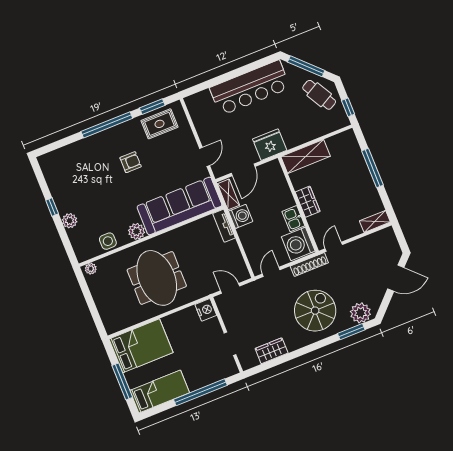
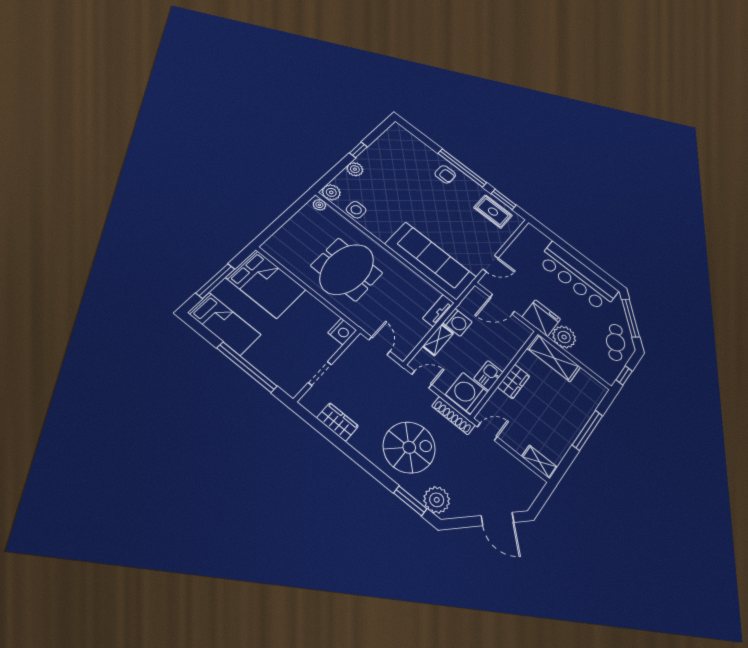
plant: (294, 136) -> (564, 337), added
armchair: (131, 162) -> (445, 174), moved
shelving: (228, 194) -> (438, 340), moved
plant: (136, 231) -> (331, 192), moved

